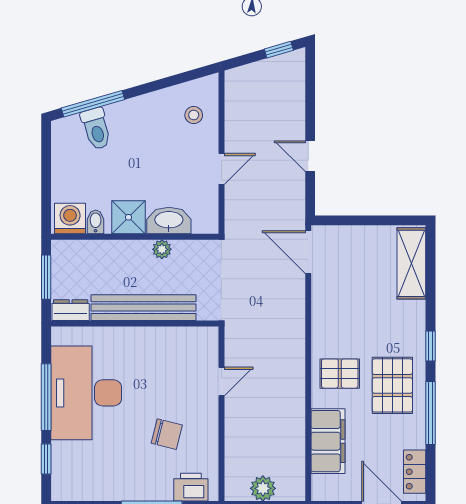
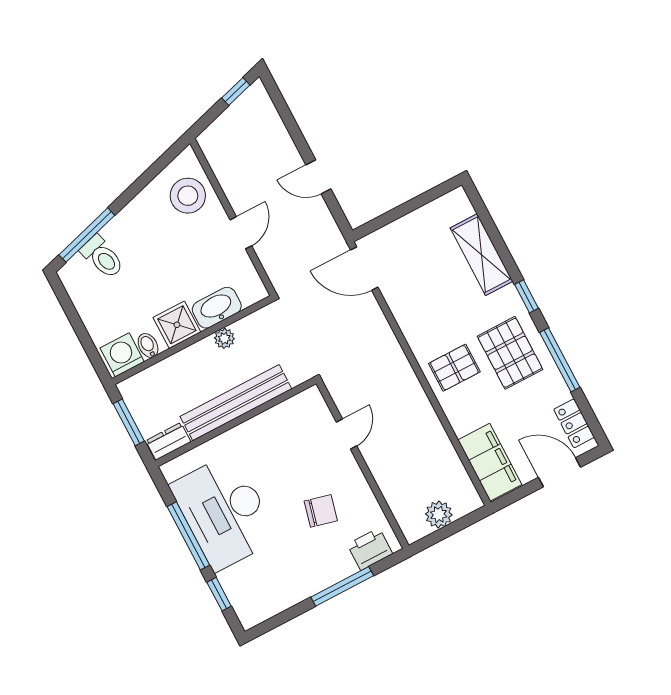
stool: (194, 115) -> (188, 196), width x1.89, depth x1.89
shelving: (411, 263) -> (481, 255), moved
filing cabinet: (328, 441) -> (490, 462), moved

